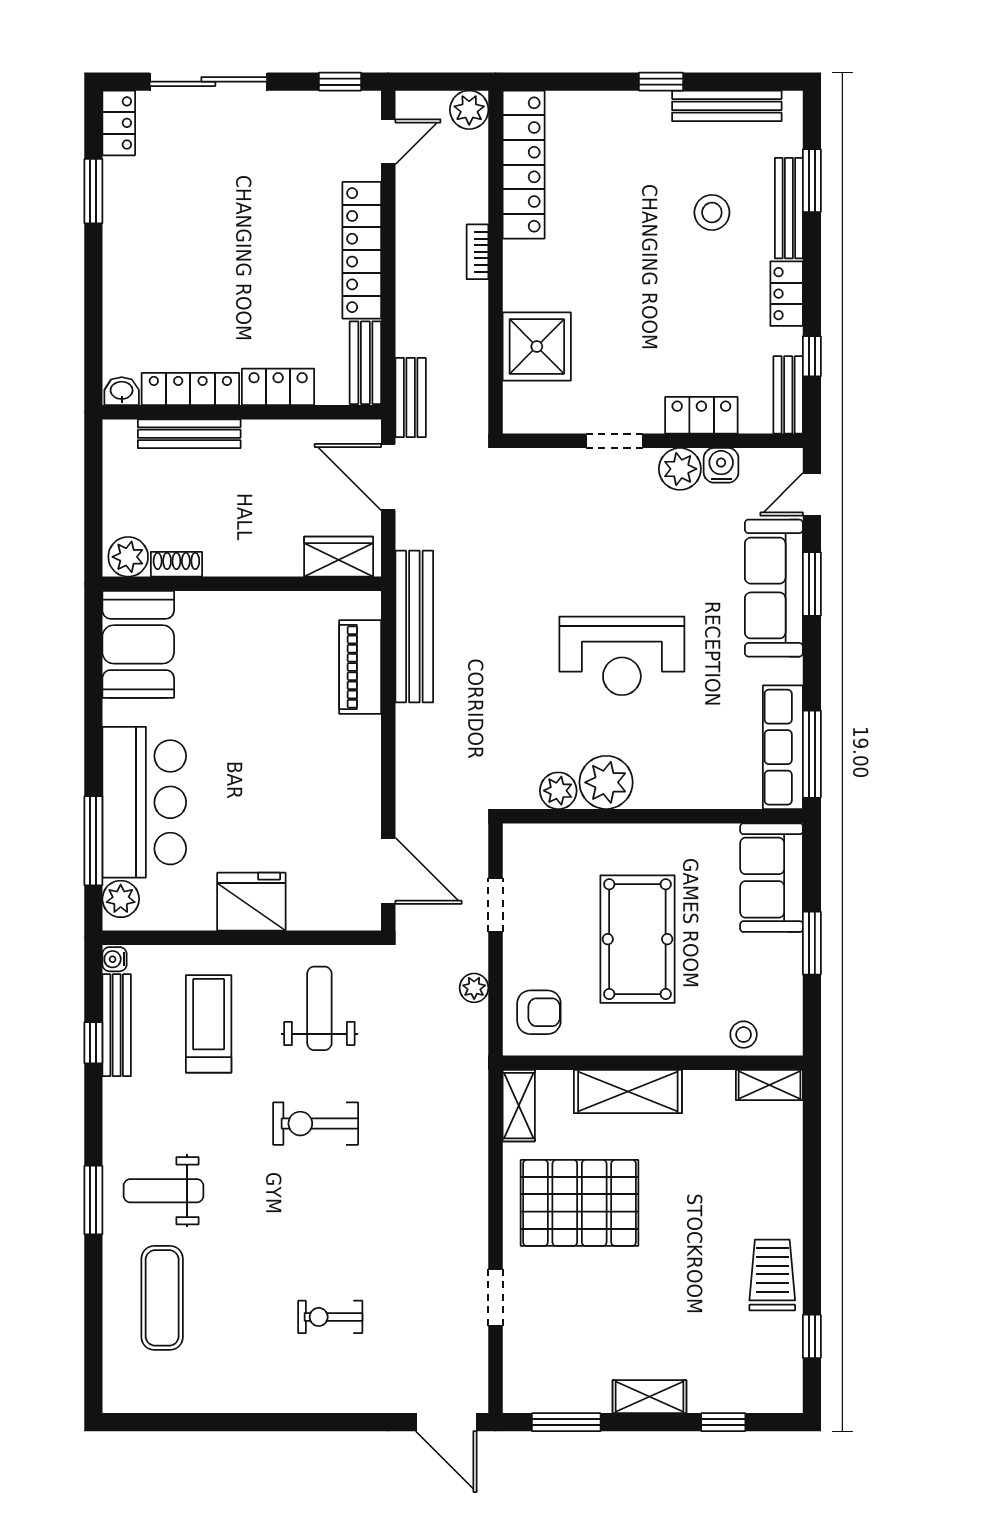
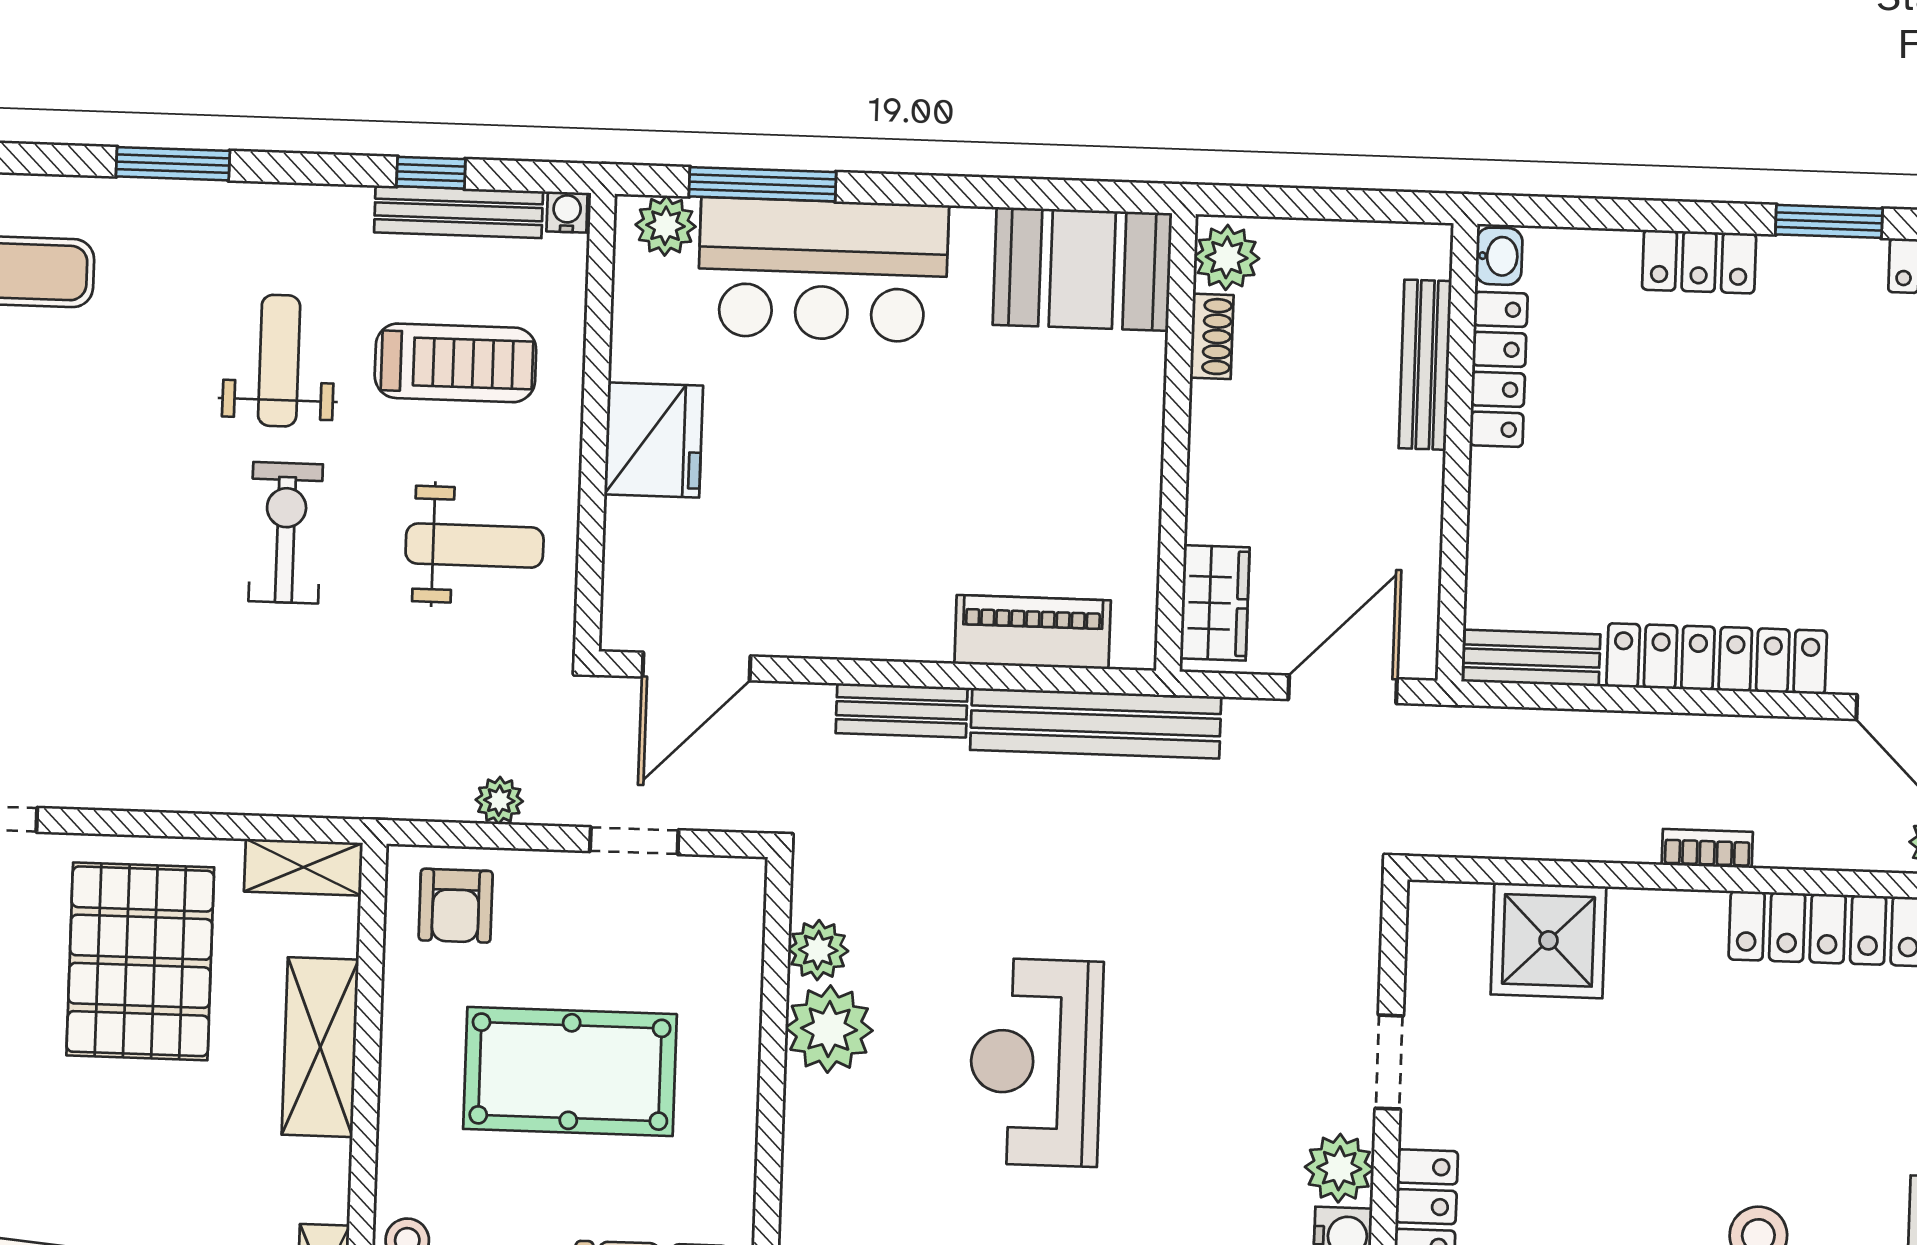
locker: (278, 387) -> (1699, 262), moved, turned 90
bench: (411, 398) -> (902, 710), moved
weight bench: (164, 1191) -> (279, 361), moved

